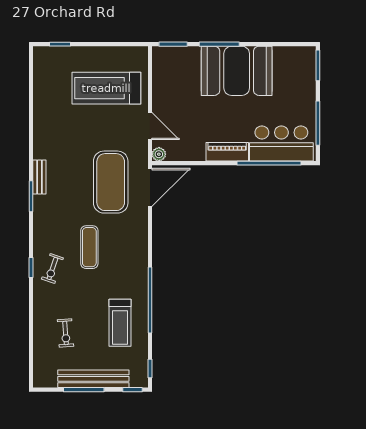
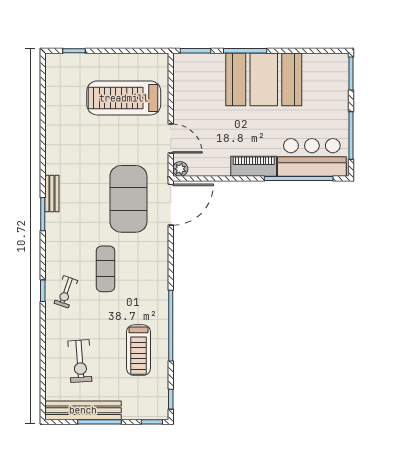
exercise bike: (66, 333) -> (80, 361), width x1.38, depth x1.39
bench: (93, 379) -> (83, 410), moved

